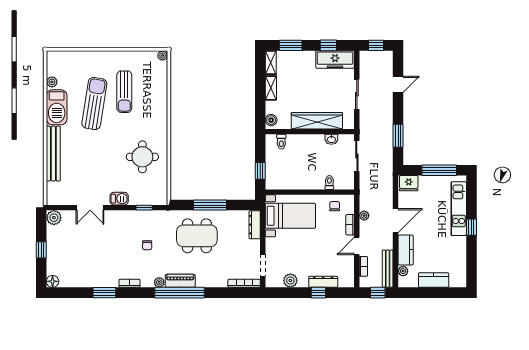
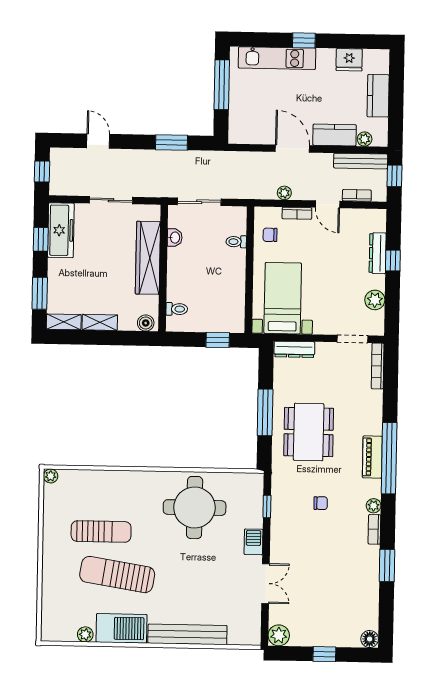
round table: (142, 157) -> (195, 508), width x1.36, depth x1.36
fridge: (409, 183) -> (349, 60), moved, turned 90
plant: (159, 282) -> (374, 506), moved

